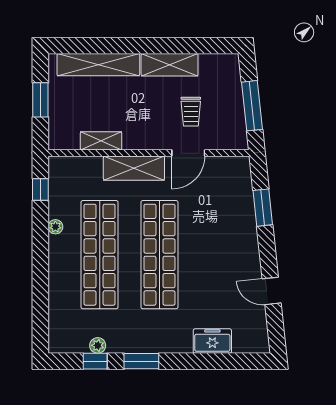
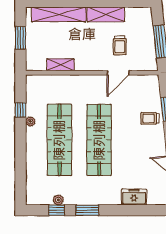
shelving: (134, 168) -> (82, 83), removed
window: (40, 189) -> (20, 110), moved
trolley: (236, 222) -> (150, 118), added

